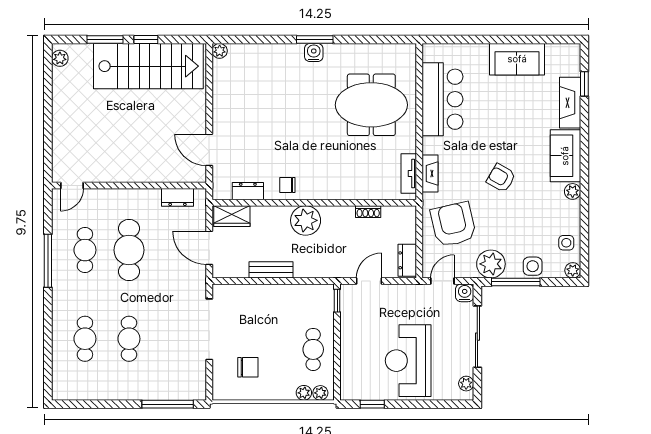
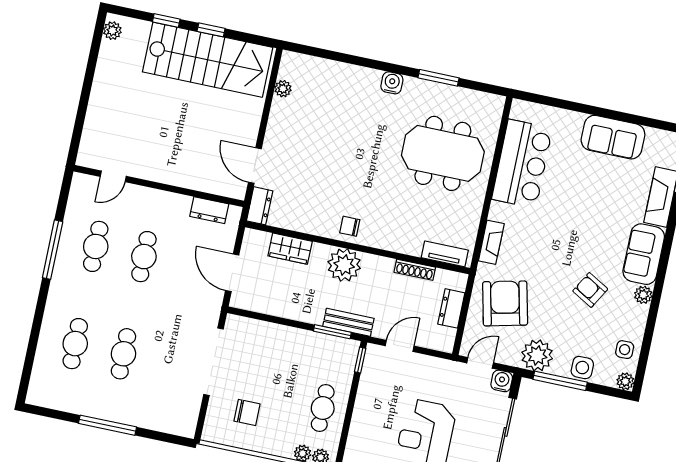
window: (105, 39) -> (166, 20), width x0.67
window: (315, 39) -> (438, 78), moved
plant: (220, 51) -> (283, 89), moved
tv unit: (409, 174) -> (445, 254), moved, turned 90
armchair: (501, 178) -> (590, 290), moved
chair: (287, 185) -> (350, 226), moved
door: (72, 186) -> (113, 176), moved
dresser: (248, 191) -> (260, 206), moved, turned 90
shoe rack: (368, 212) -> (415, 270), width x1.43
wardrobe: (232, 216) -> (290, 249), moved
cafe table: (129, 250) -> (144, 257), width x0.73, depth x0.74
dresser: (407, 260) -> (451, 308), moved
bench: (271, 270) -> (348, 322), moved
window: (308, 281) -> (332, 332), added
window: (168, 404) -> (107, 425), moved

